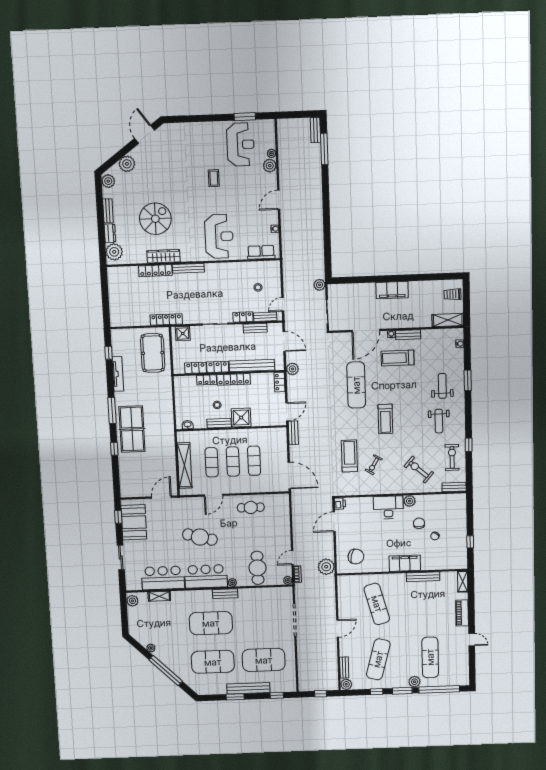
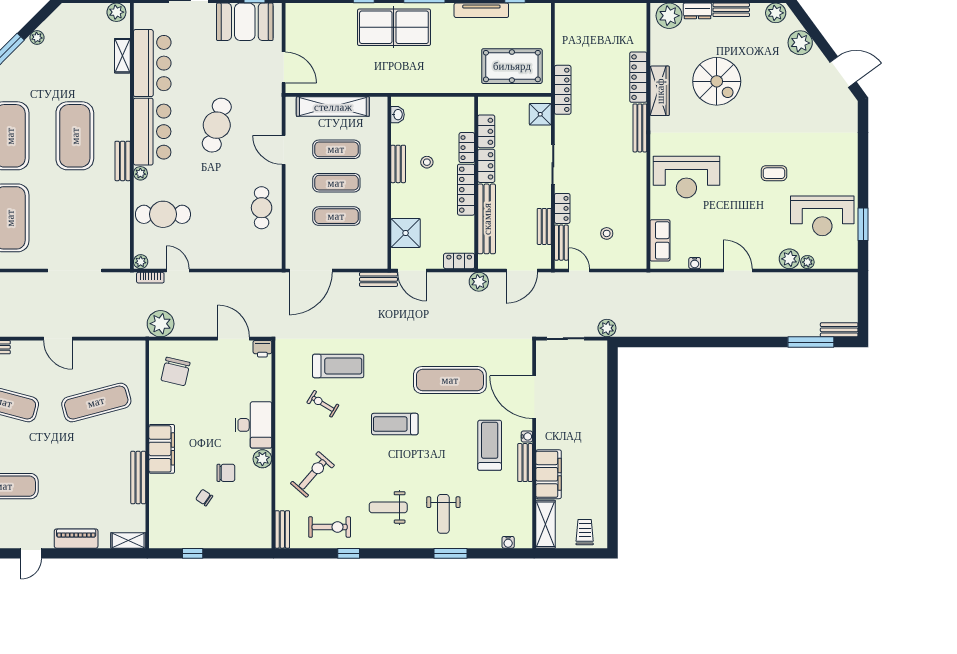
filing cabinet: (392, 290) -> (549, 474), moved, turned 180
weight bench: (442, 386) -> (443, 514), turned 90
shower: (241, 418) -> (406, 233), moved

